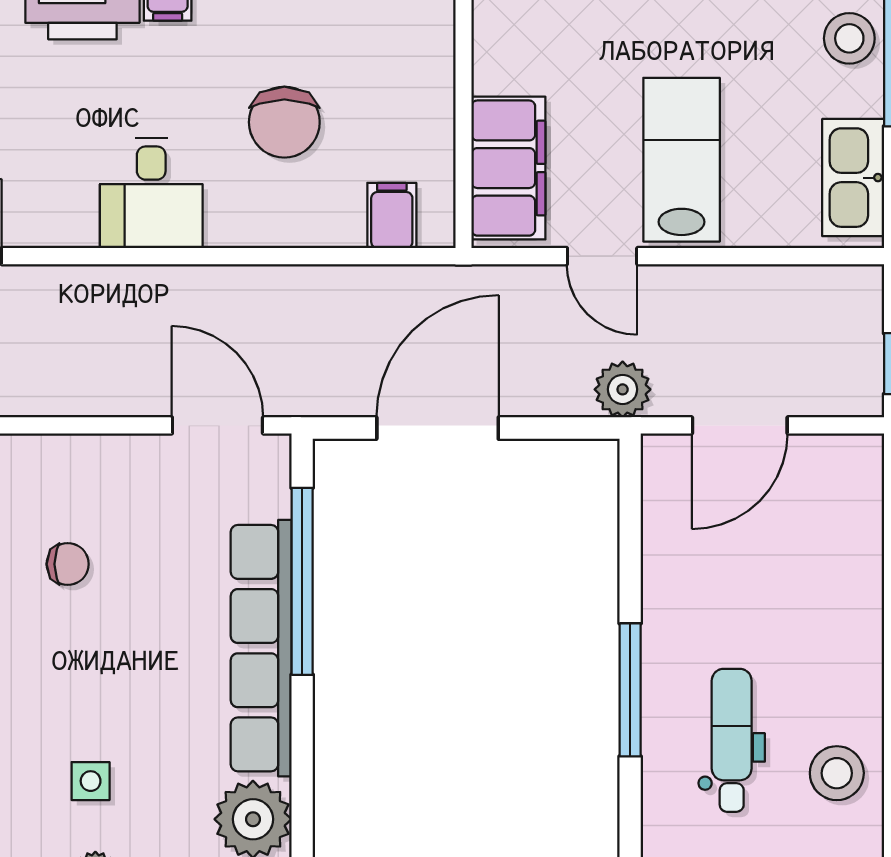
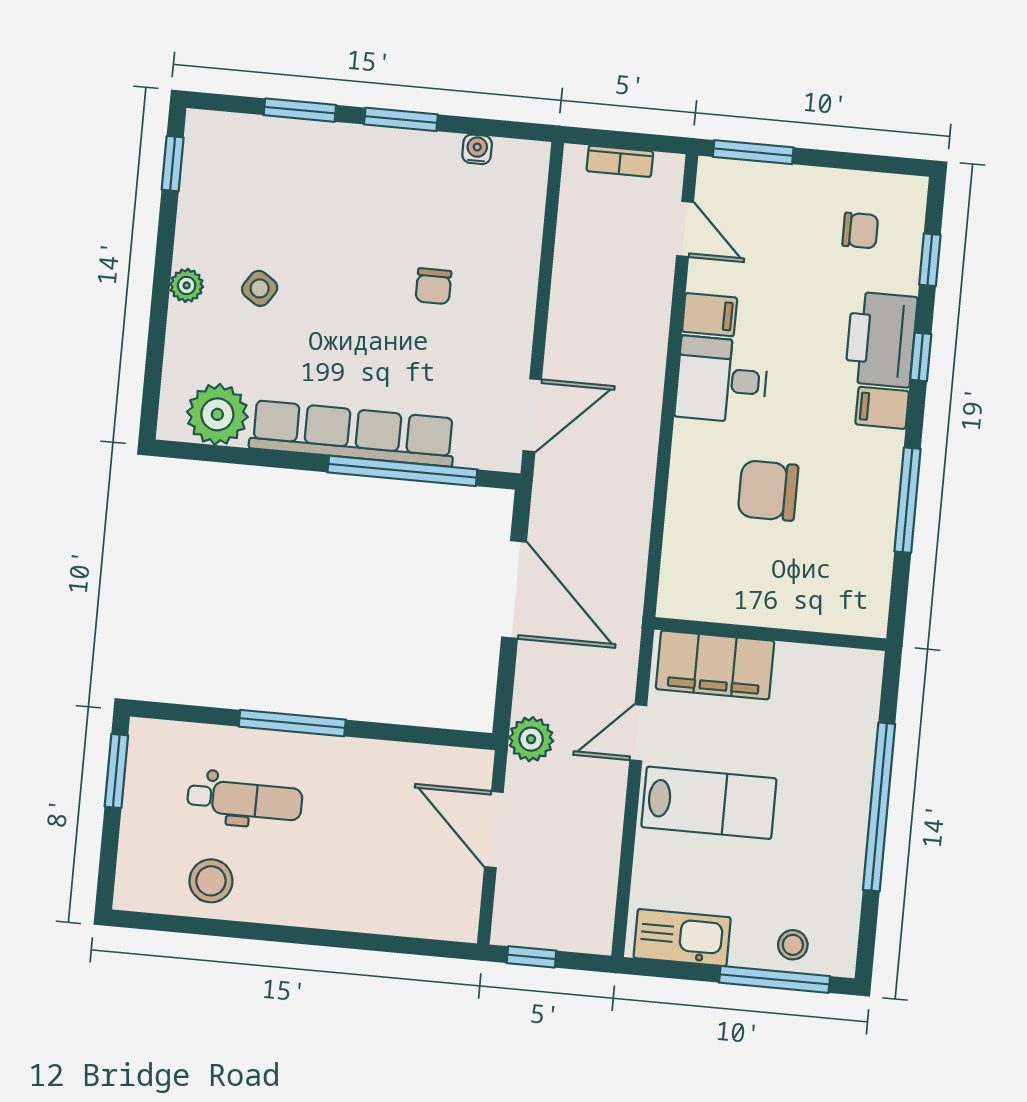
stool: (849, 38) -> (793, 945), width x0.73, depth x0.73
filing cabinet: (392, 216) -> (710, 315), moved
side table: (91, 781) -> (260, 288), turned 34

